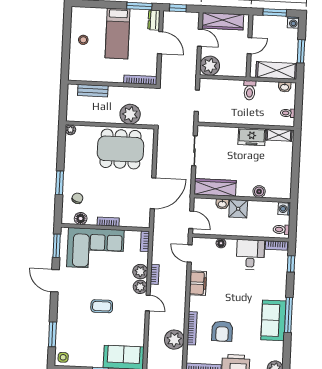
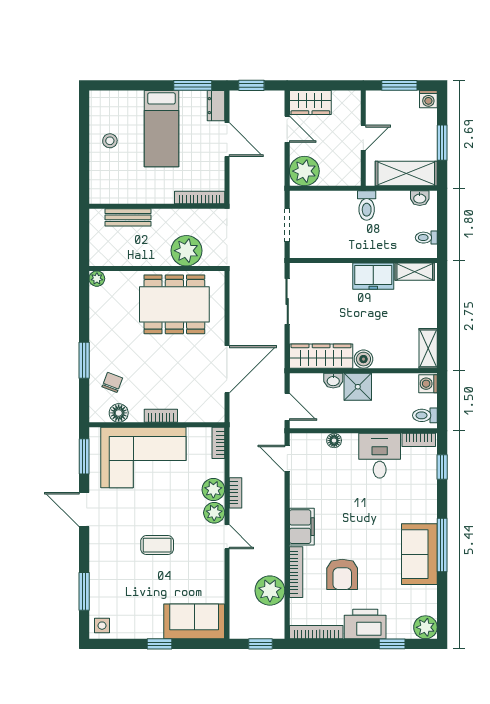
wardrobe: (223, 21) -> (310, 103), width x0.67
shelving: (285, 186) -> (428, 348), added
boiler: (259, 192) -> (363, 359), moved
filing cabinet: (198, 283) -> (302, 527), moved

